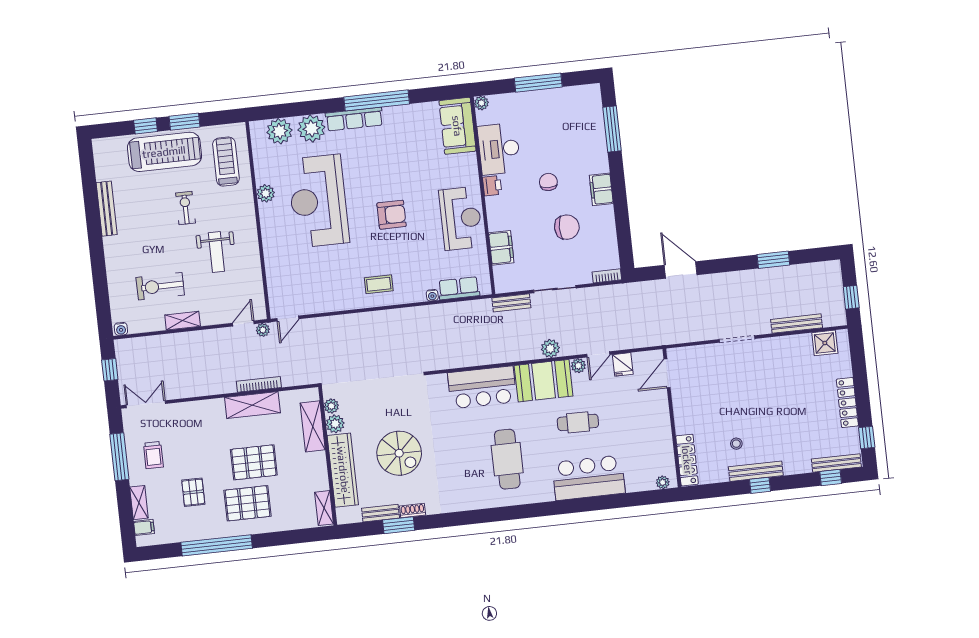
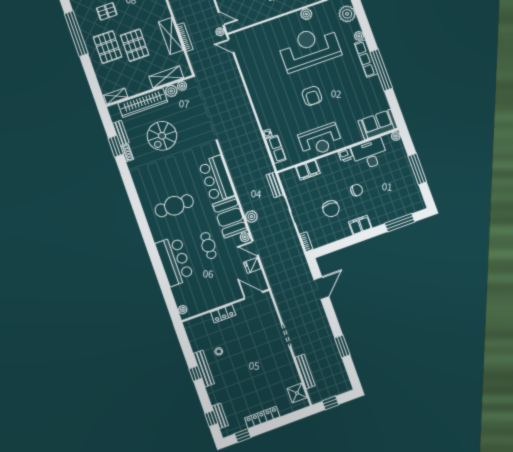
plant: (311, 129) -> (359, 36), width x0.53, depth x0.53
coffee table: (379, 284) -> (266, 98), removed
locker: (687, 460) -> (223, 314), moved, width x0.66
bench: (836, 463) -> (220, 416), width x0.73

